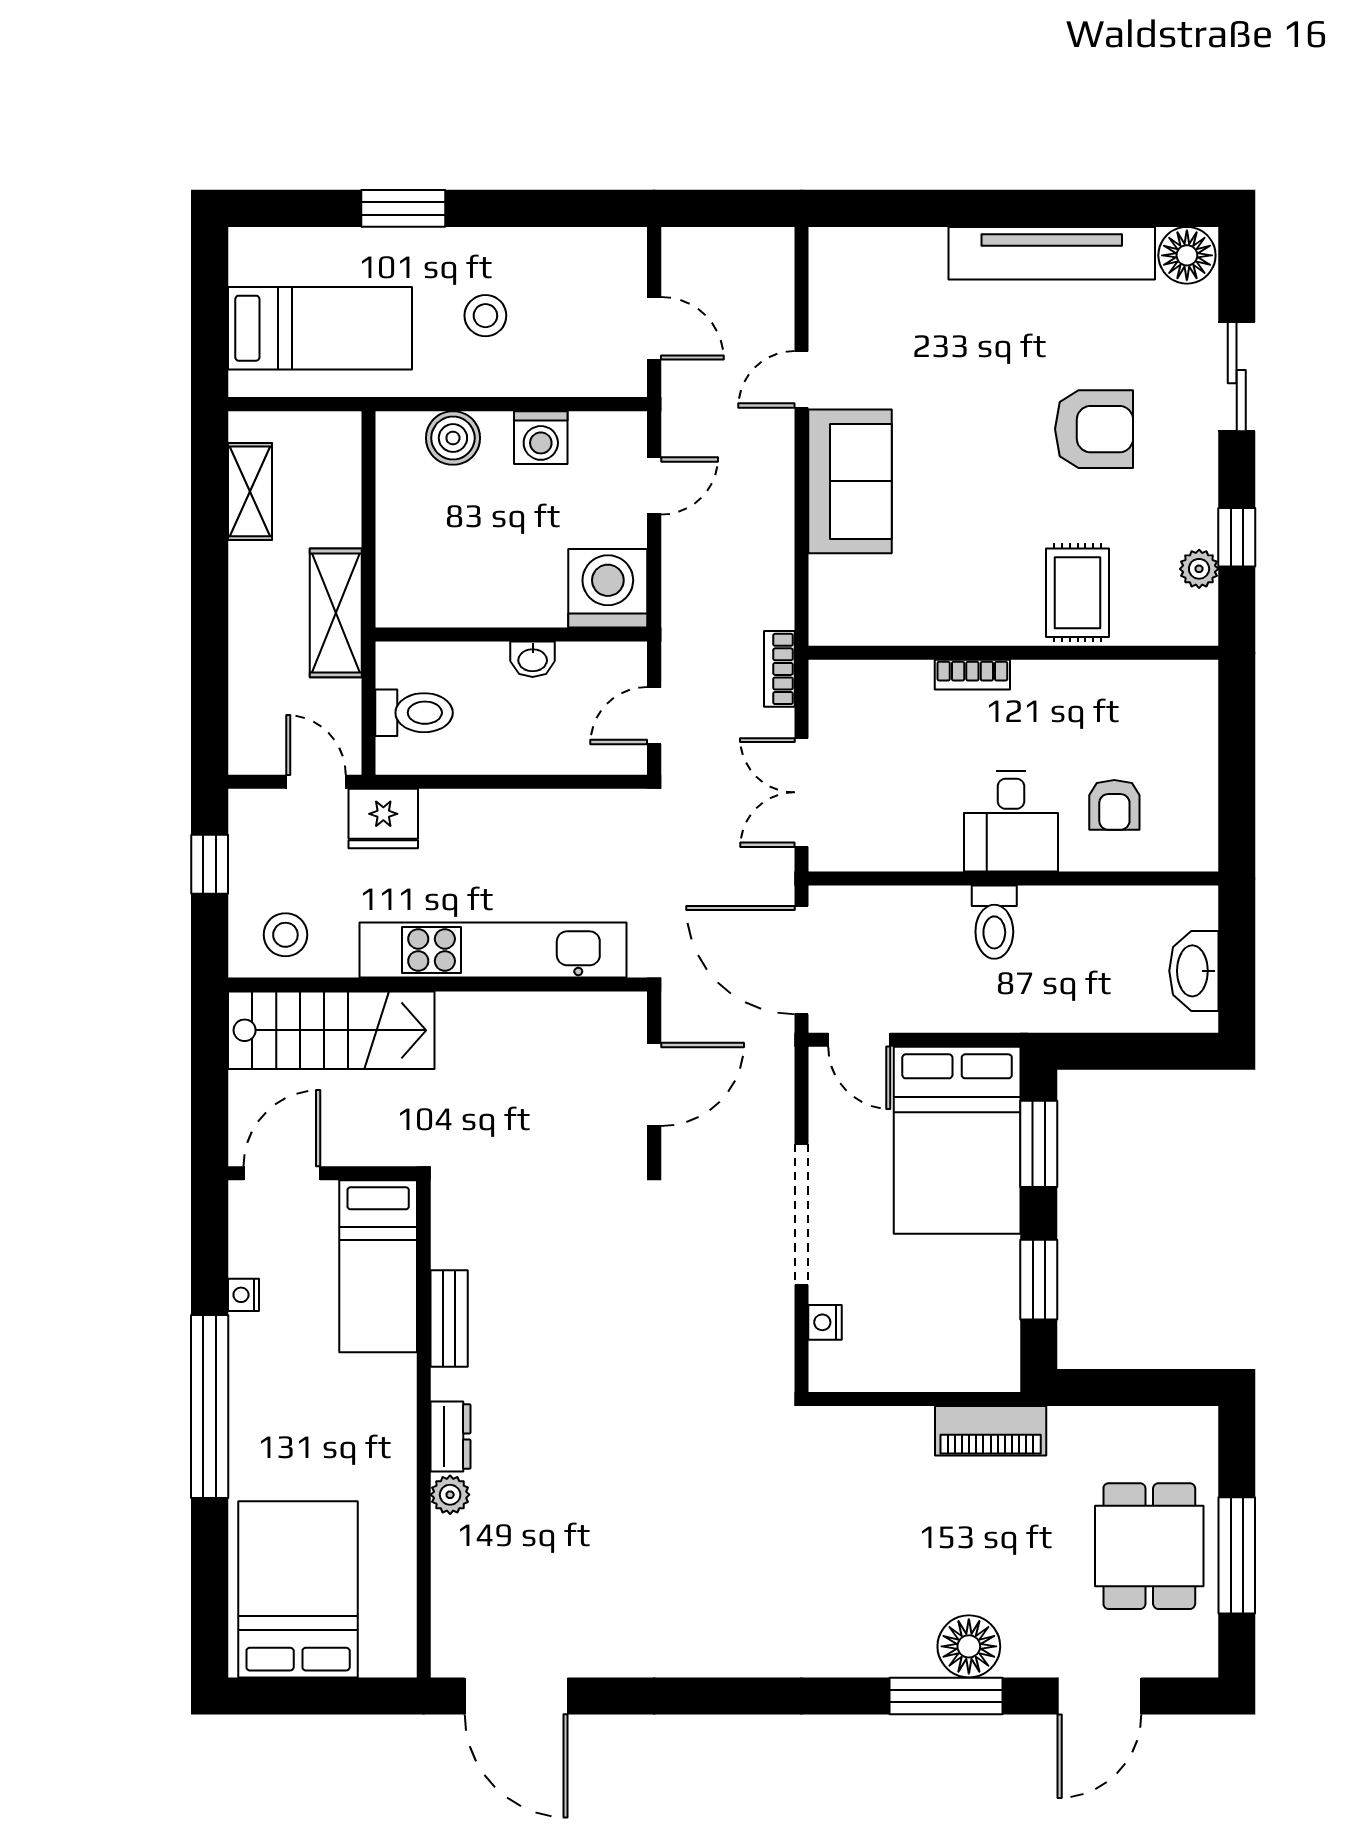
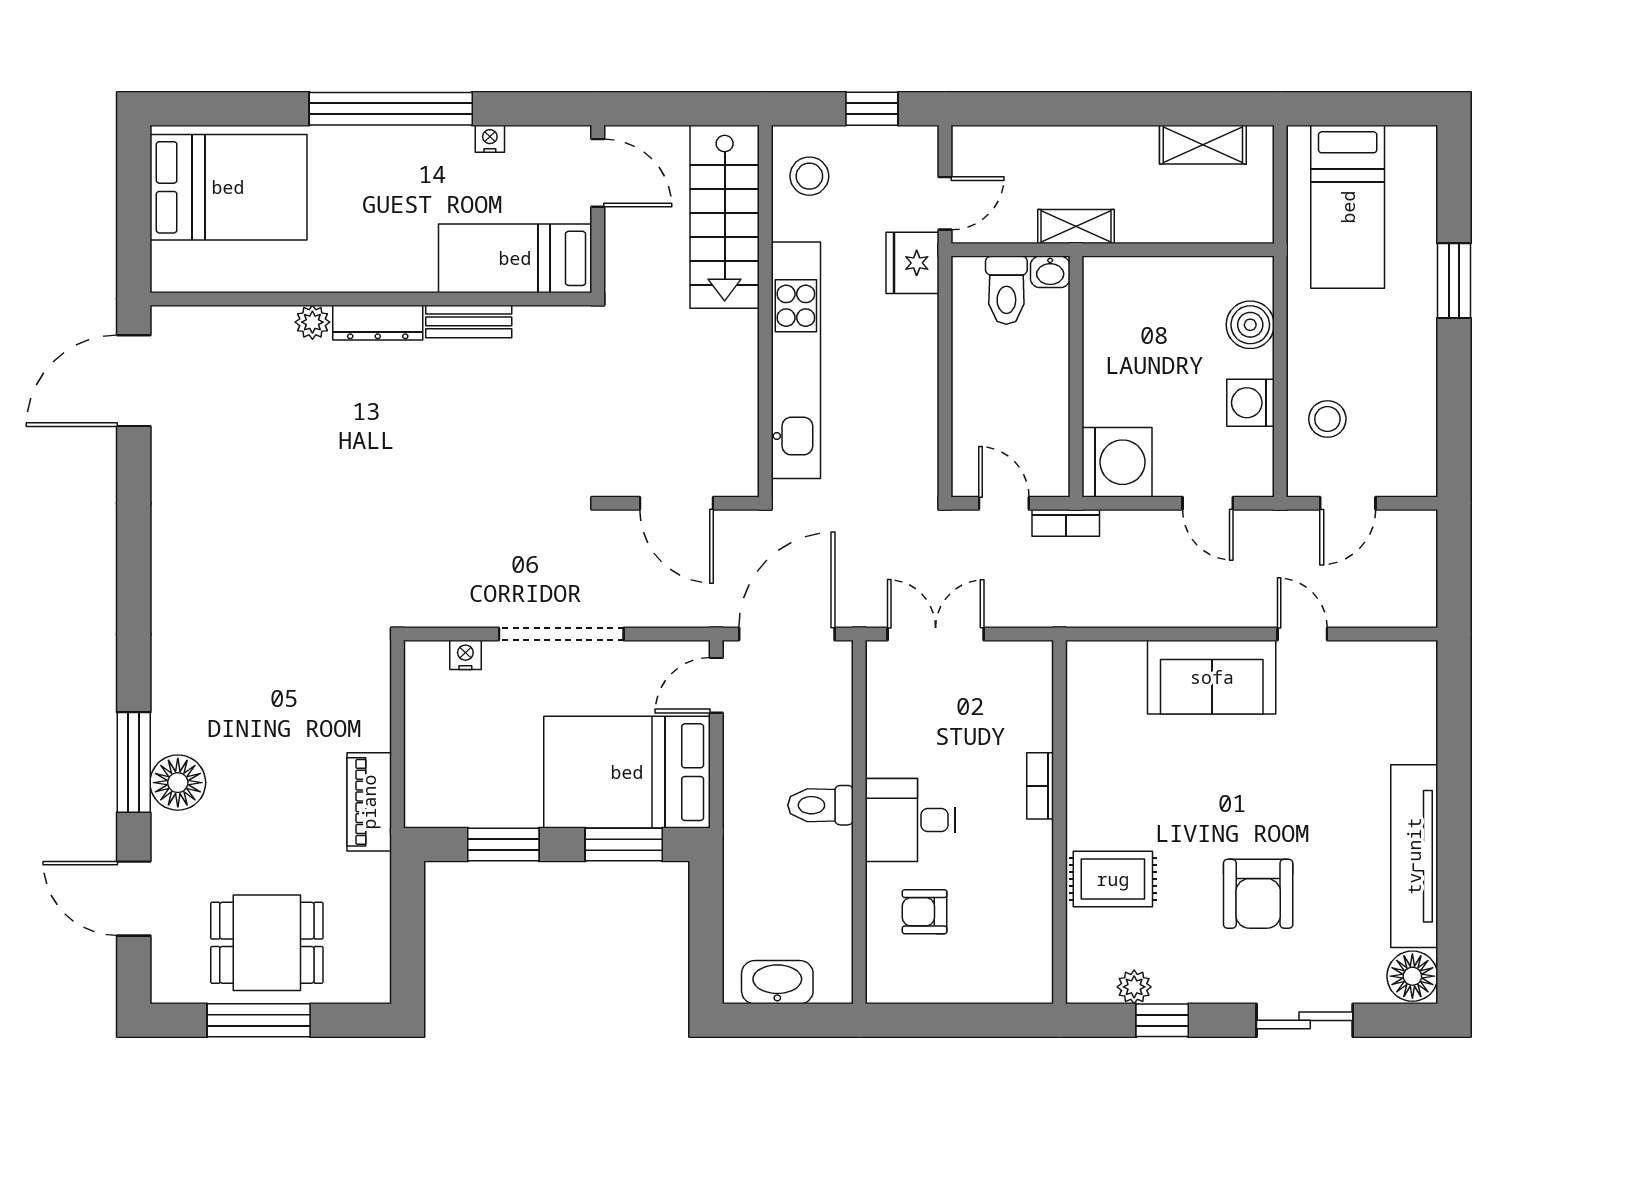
stool: (485, 316) -> (1327, 419), moved
shelving: (336, 613) -> (1076, 227), width x0.67, depth x0.75
washbasin: (533, 659) -> (1050, 272), moved, turned -90
bookcase: (779, 669) -> (1066, 523), moved, turned 180
dresser: (451, 1437) -> (378, 323), width x1.44

